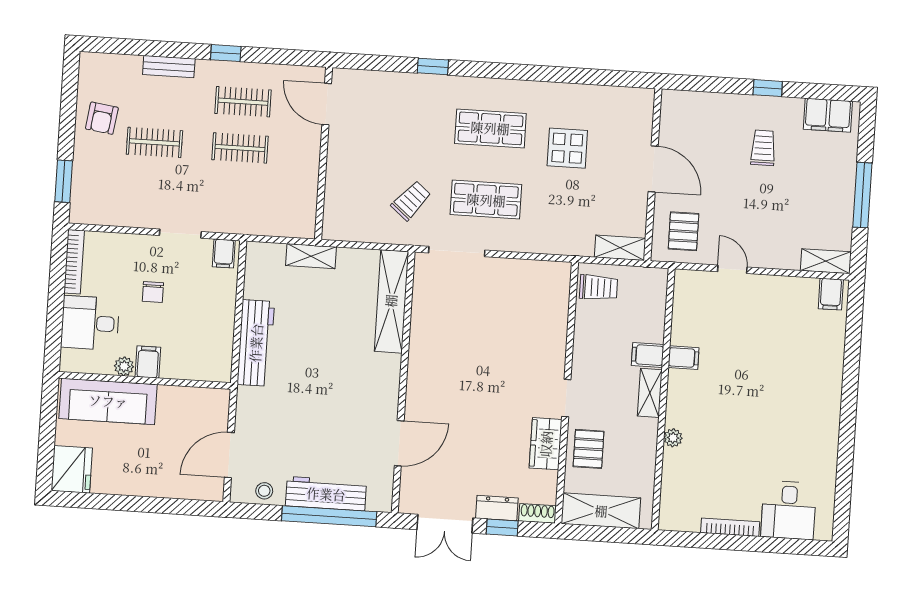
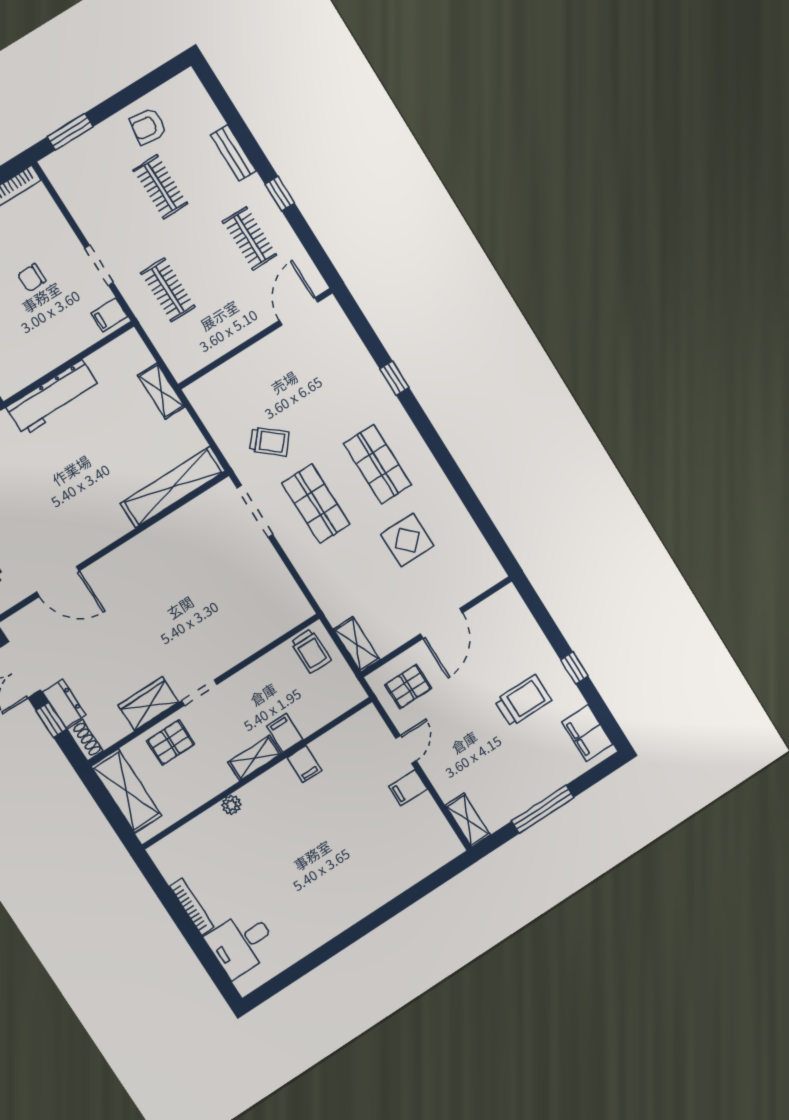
clothes rail: (240, 148) -> (168, 290), moved
trolley: (763, 148) -> (523, 700), width x1.36, depth x1.39
filing cabinet: (831, 294) -> (408, 788), moved

